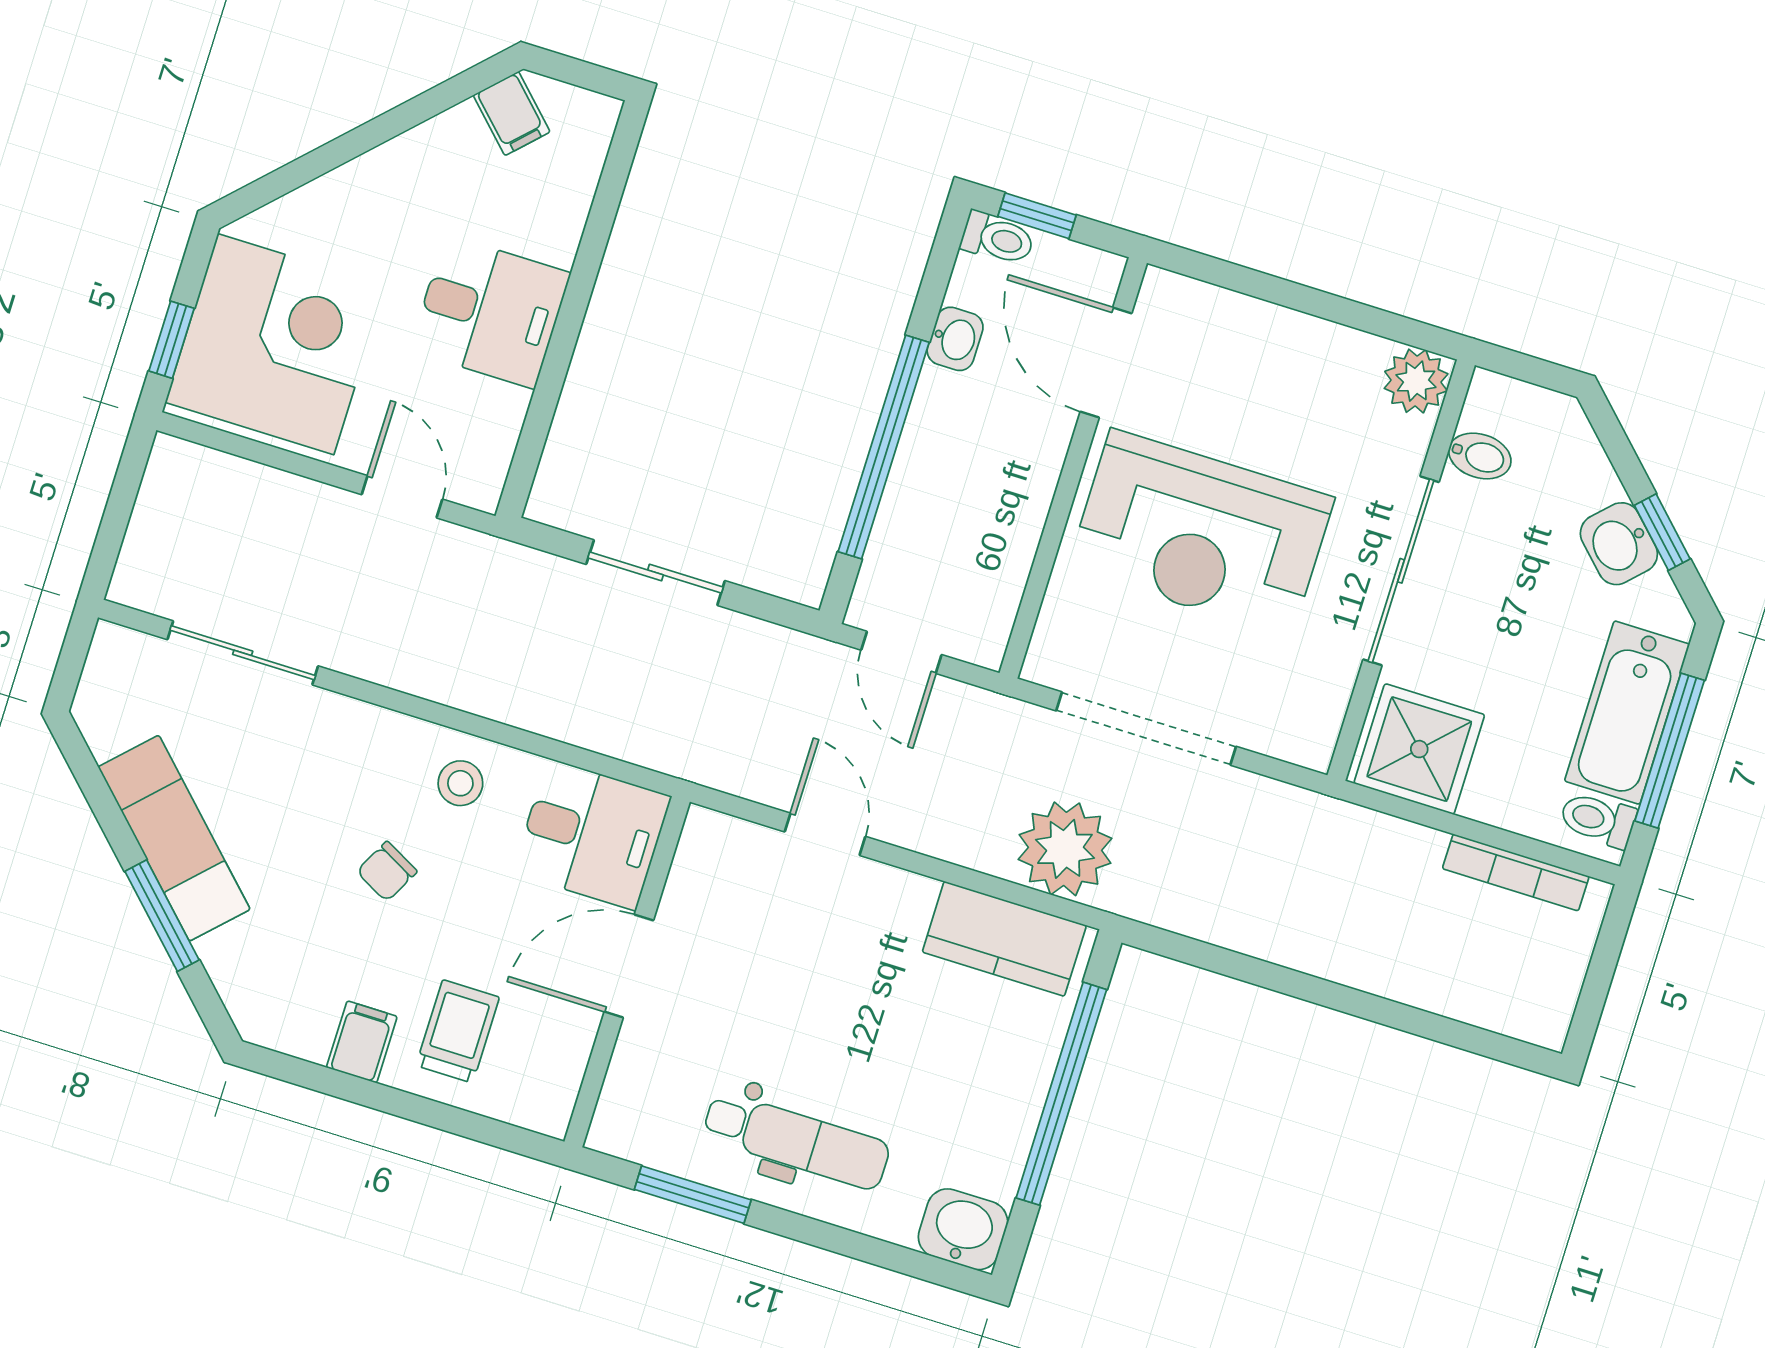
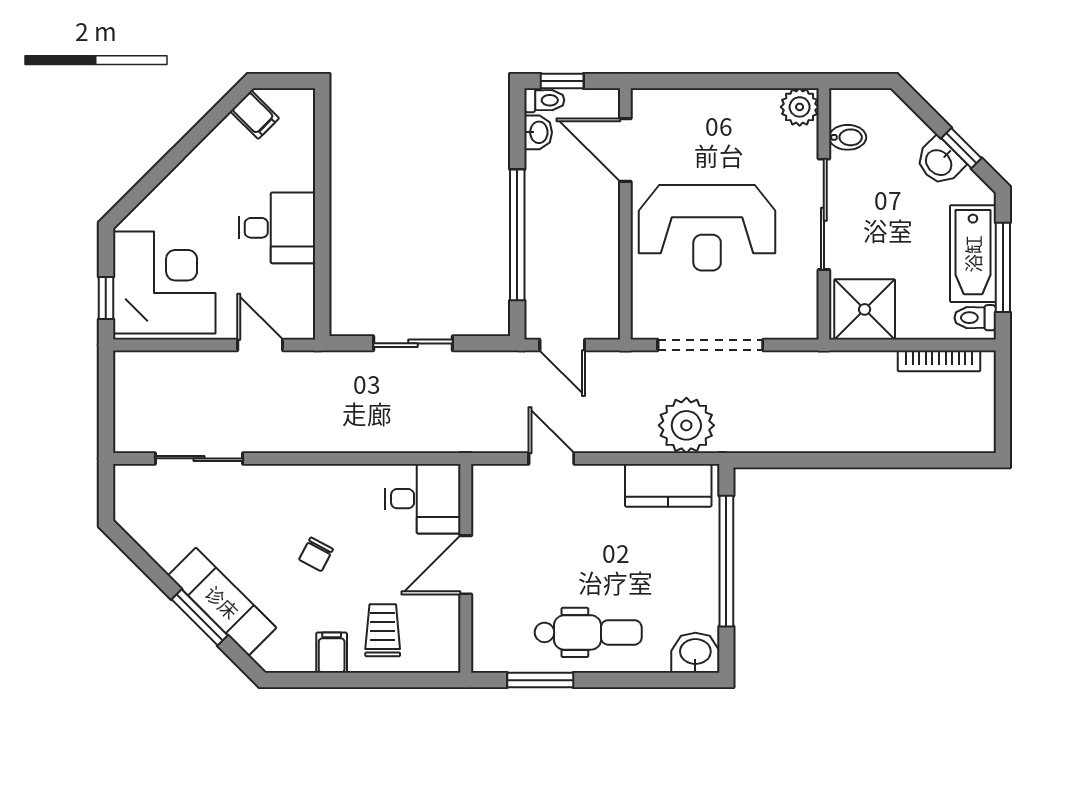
washbasin: (955, 339) -> (538, 132), moved
stool: (460, 783) -> (342, 493), removed
exam couch: (174, 838) -> (222, 602), moved

